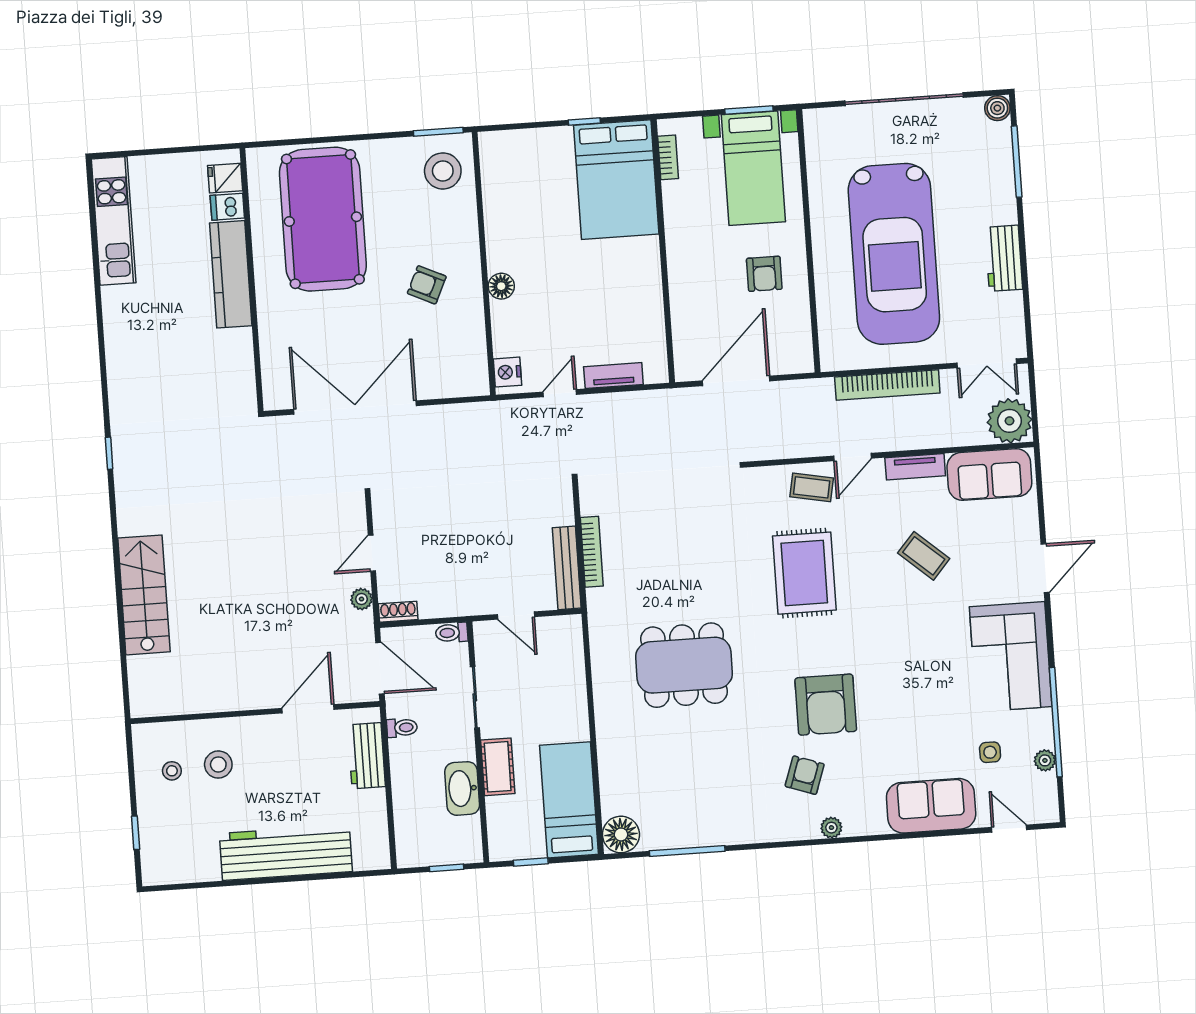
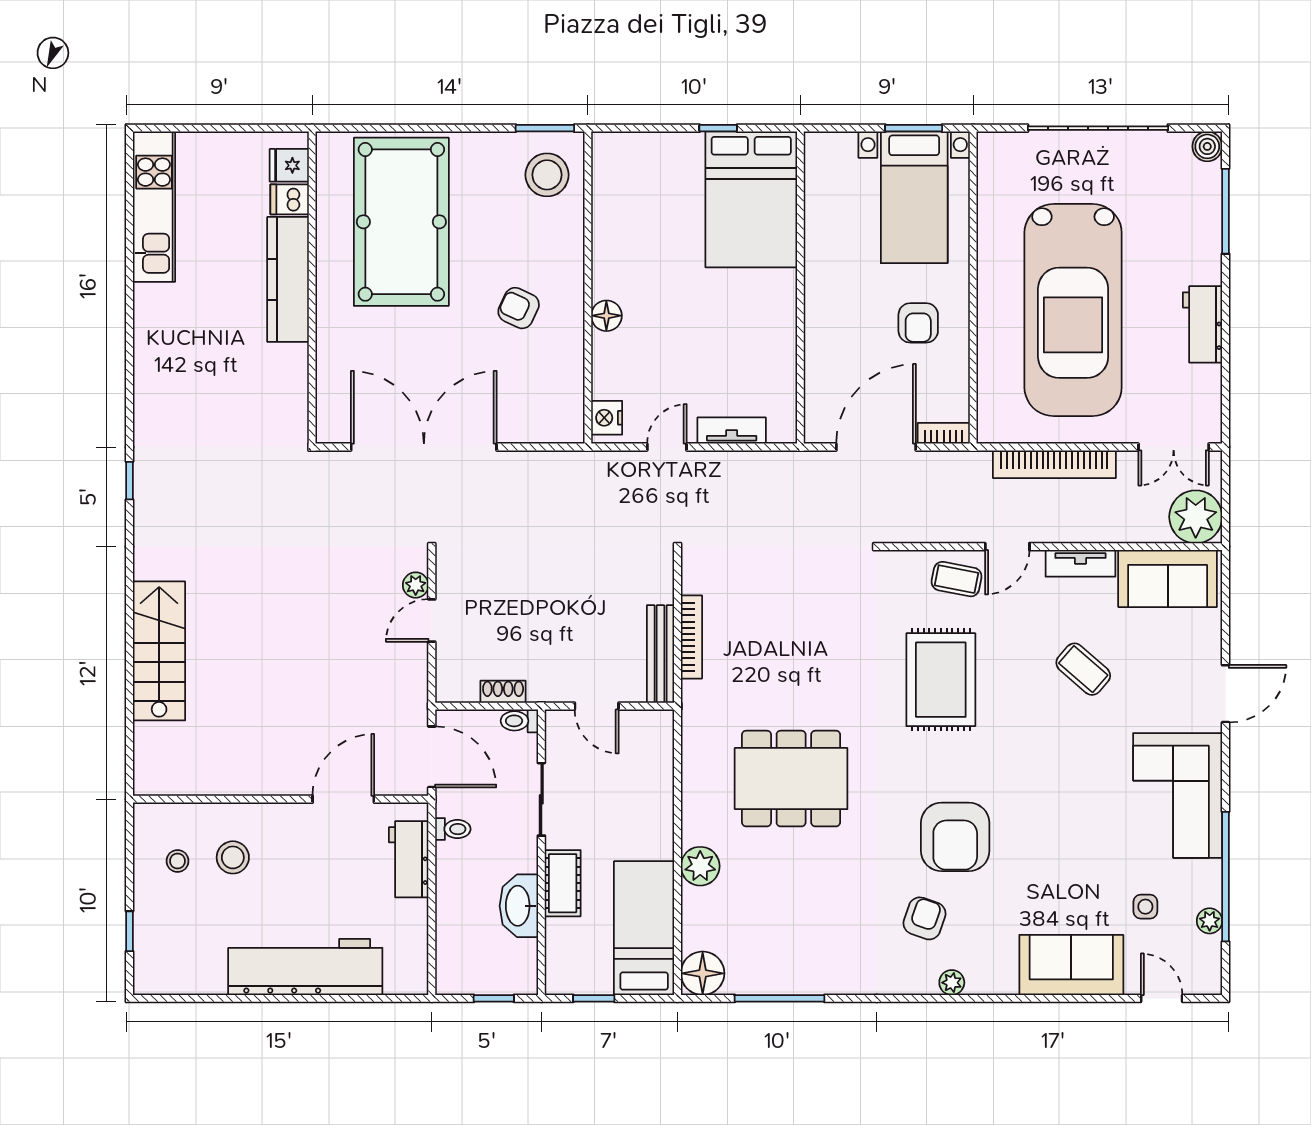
bookcase: (668, 157) -> (944, 433), moved, turned -90
plant: (362, 599) -> (416, 585), moved
shoe rack: (398, 612) -> (503, 692), moved
plant: (613, 744) -> (700, 866), added

